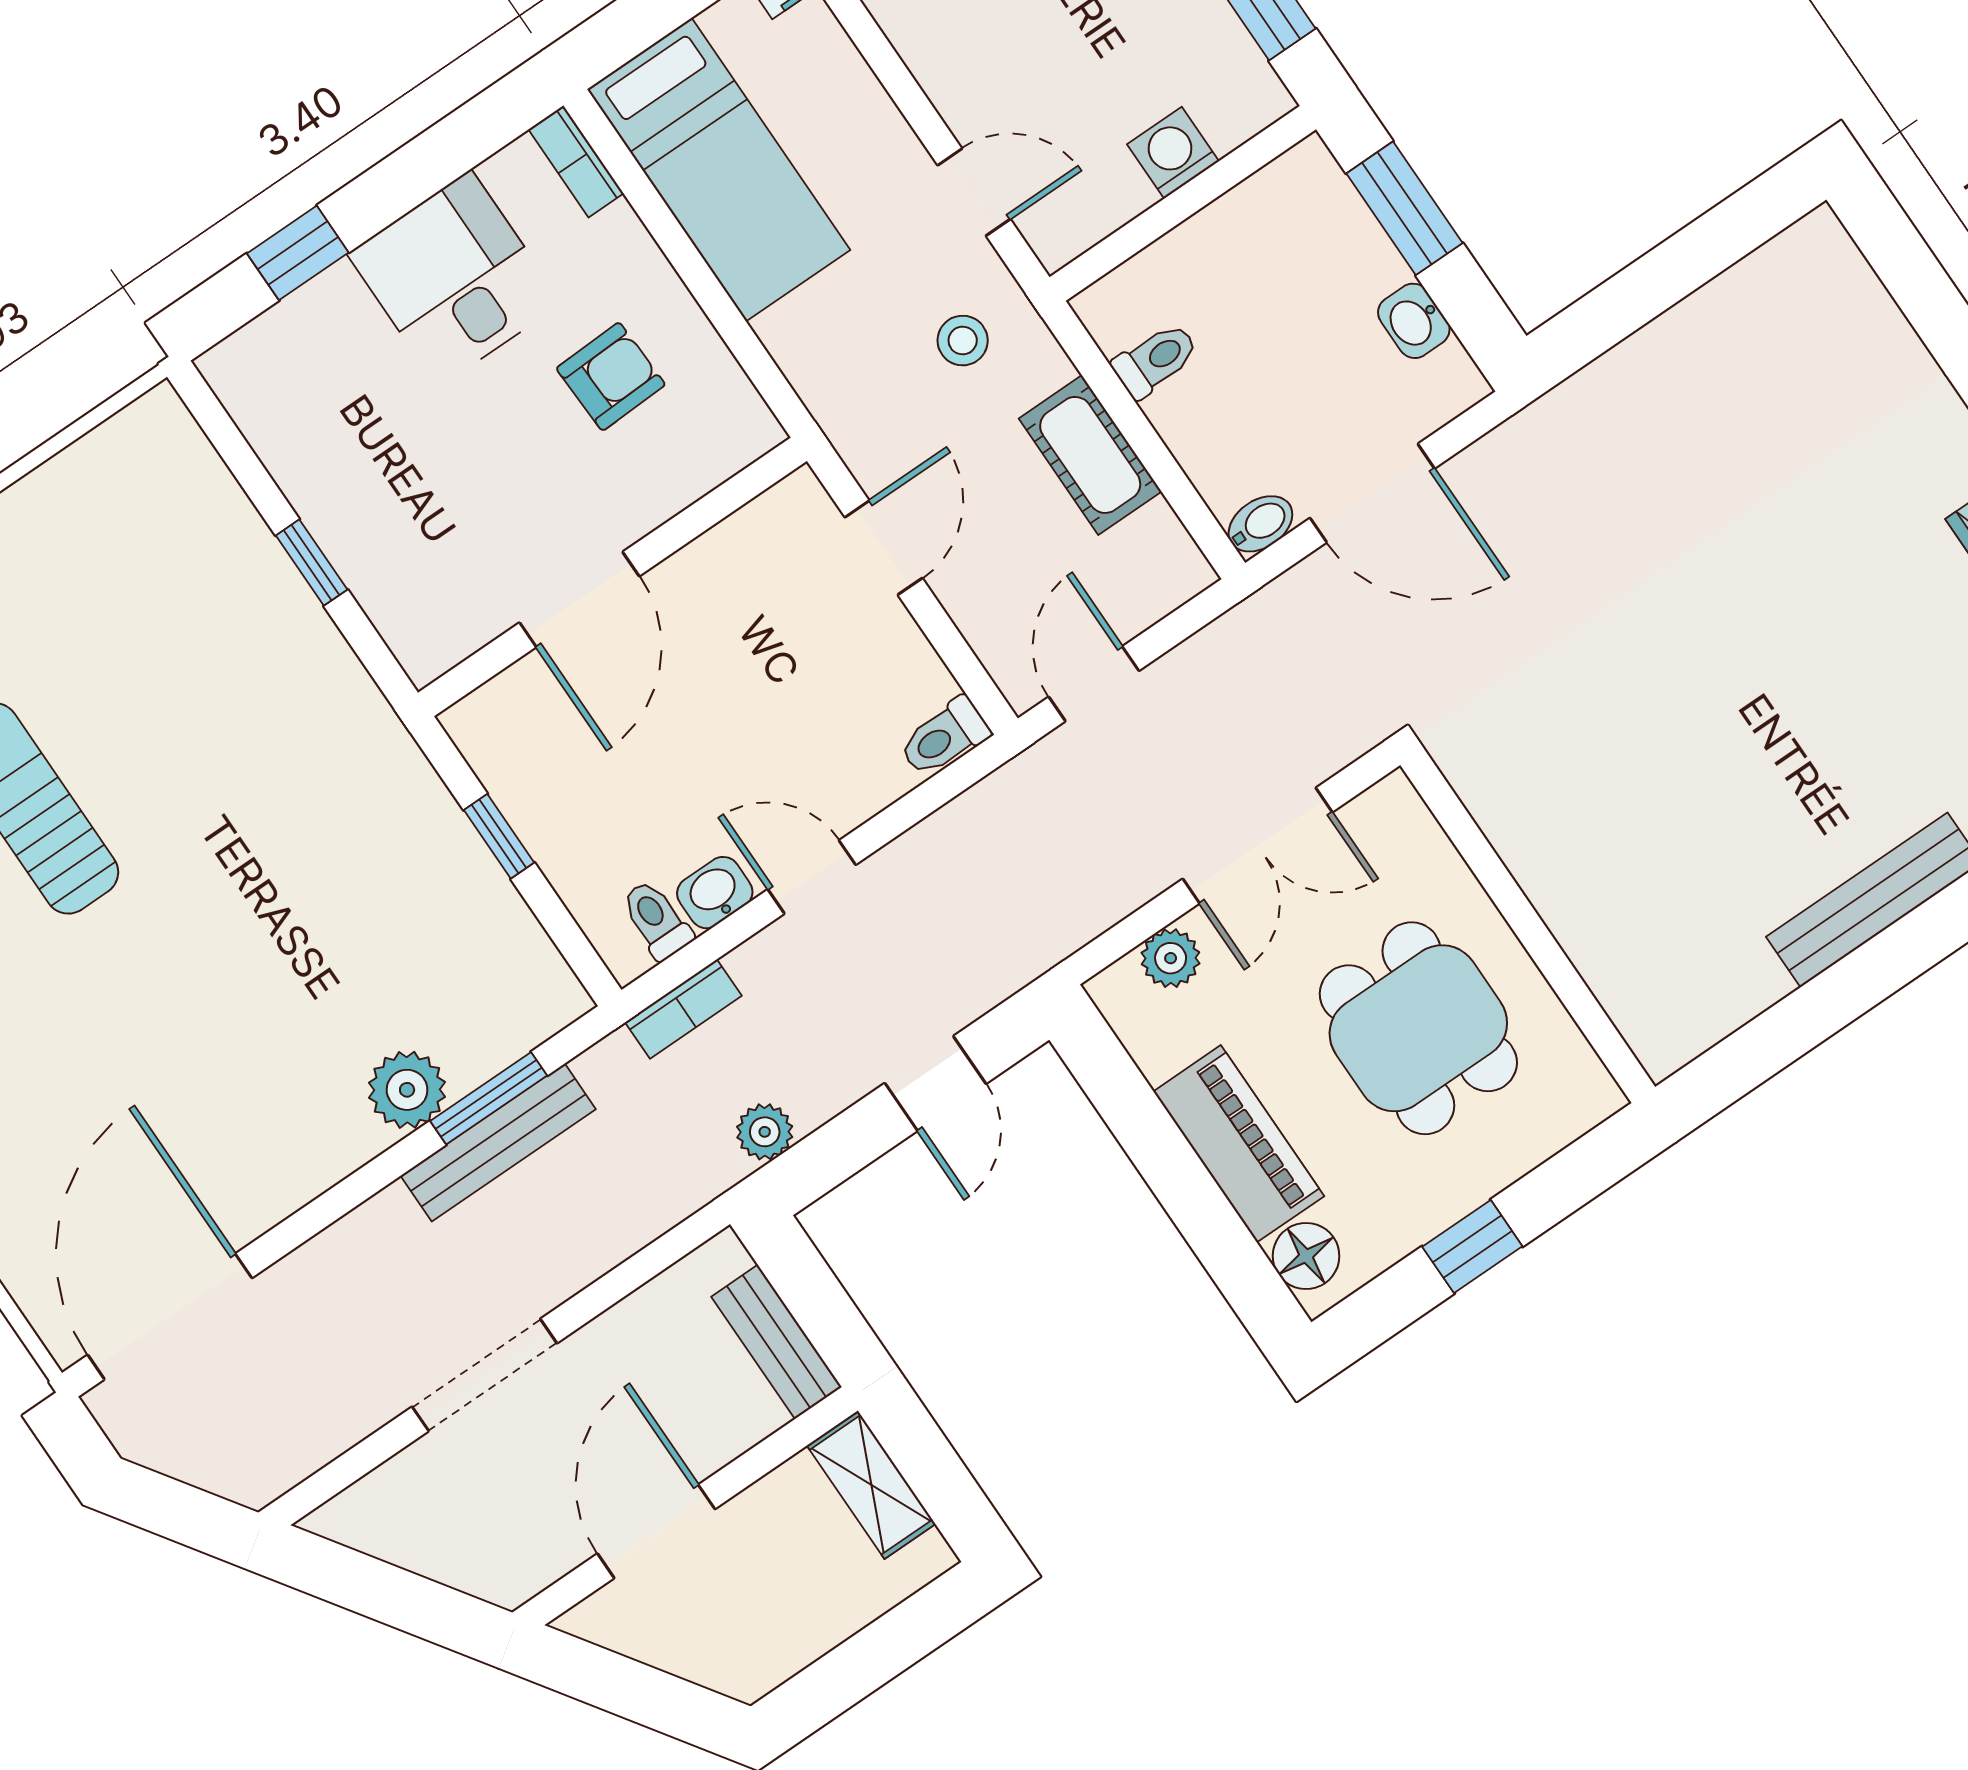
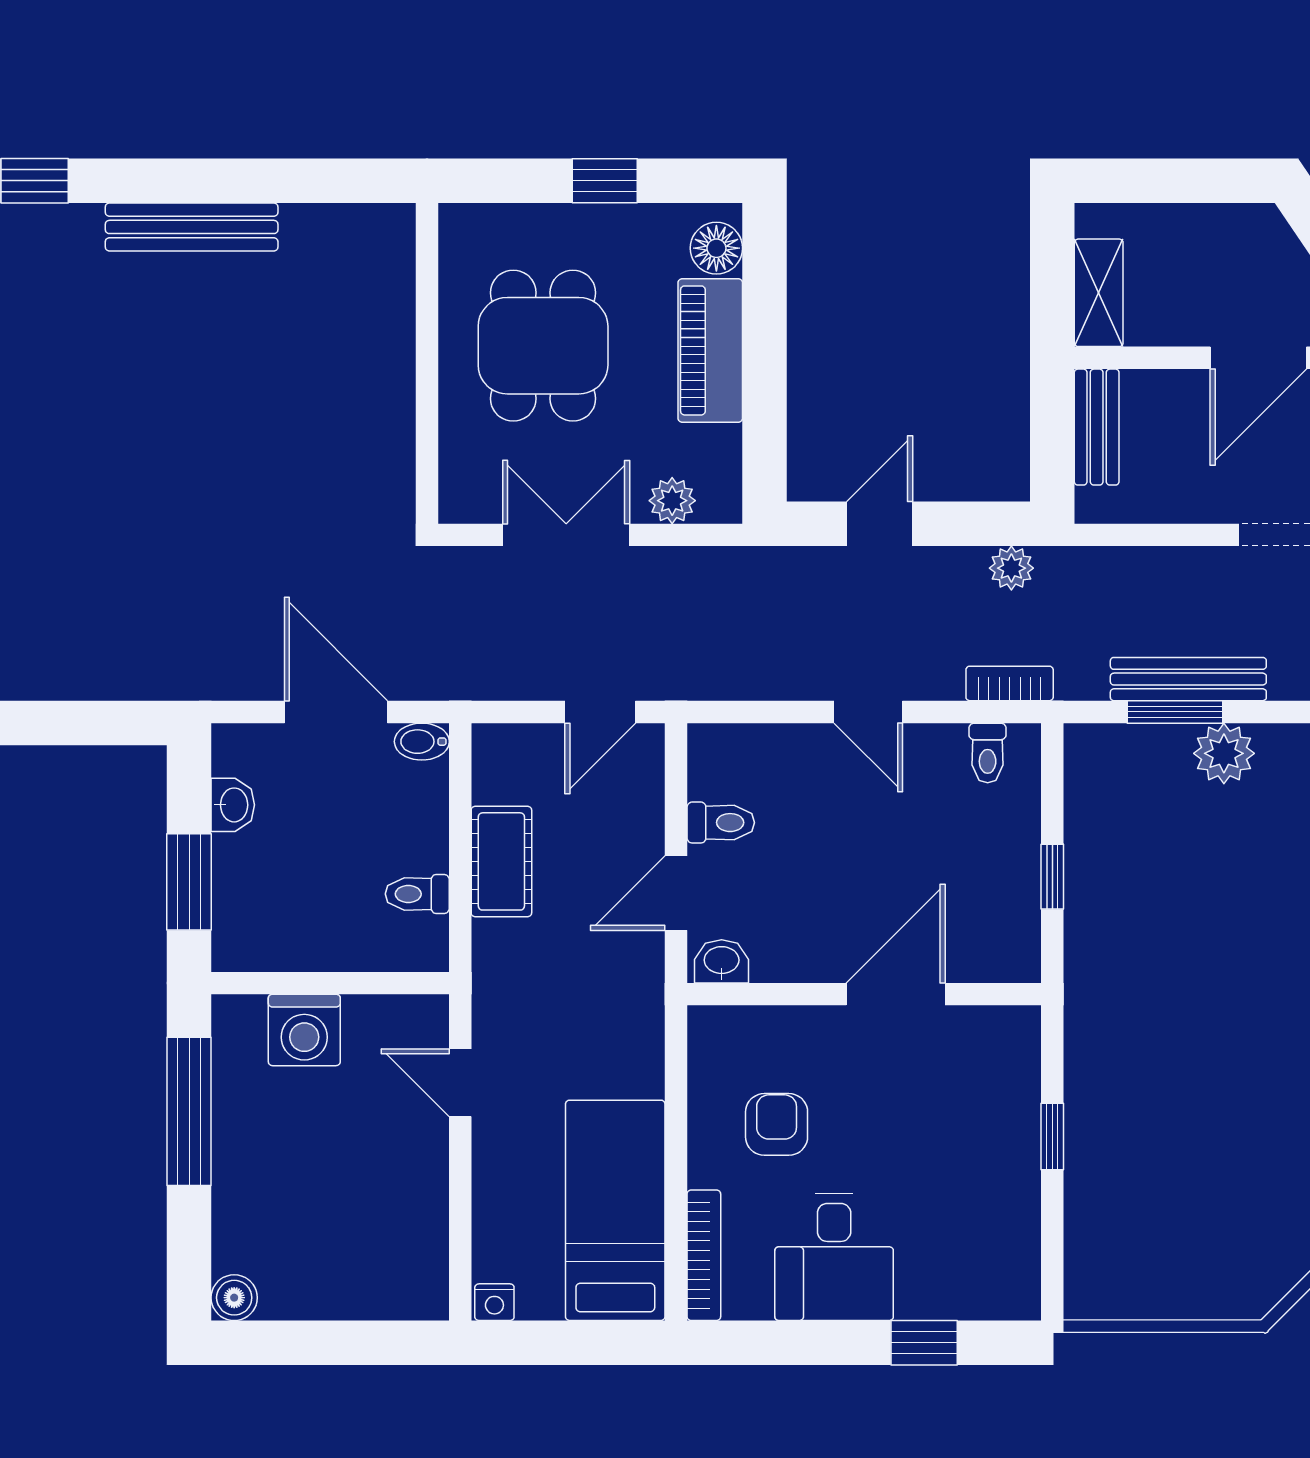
washing machine: (1173, 153) -> (304, 1030), width x1.38, depth x1.38
bookcase: (576, 161) -> (704, 1255), width x1.56
stool: (963, 341) -> (533, 992), removed
armchair: (611, 377) -> (777, 1124), turned 92
toilet: (944, 737) -> (721, 823), moved
washbasin: (715, 893) -> (722, 961), moved, turned 180

